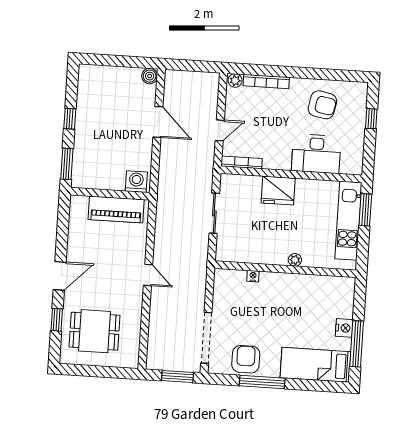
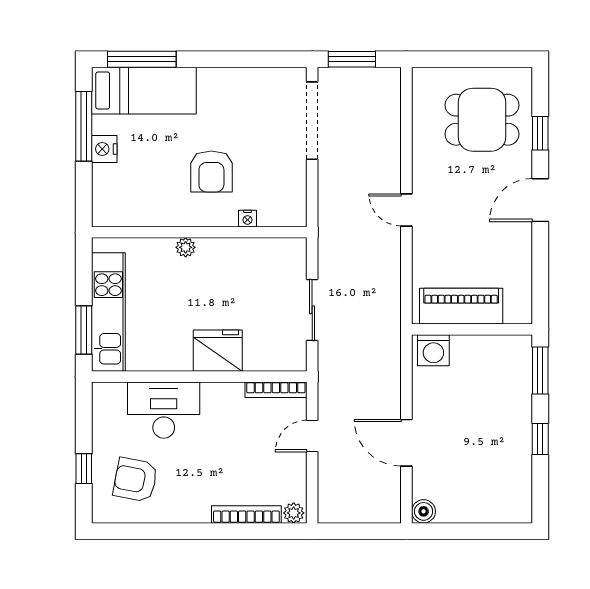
armchair: (322, 105) -> (135, 480), moved
armchair: (246, 359) -> (211, 171), moved
window: (262, 382) -> (142, 59), moved

